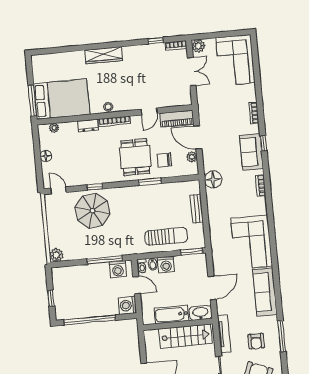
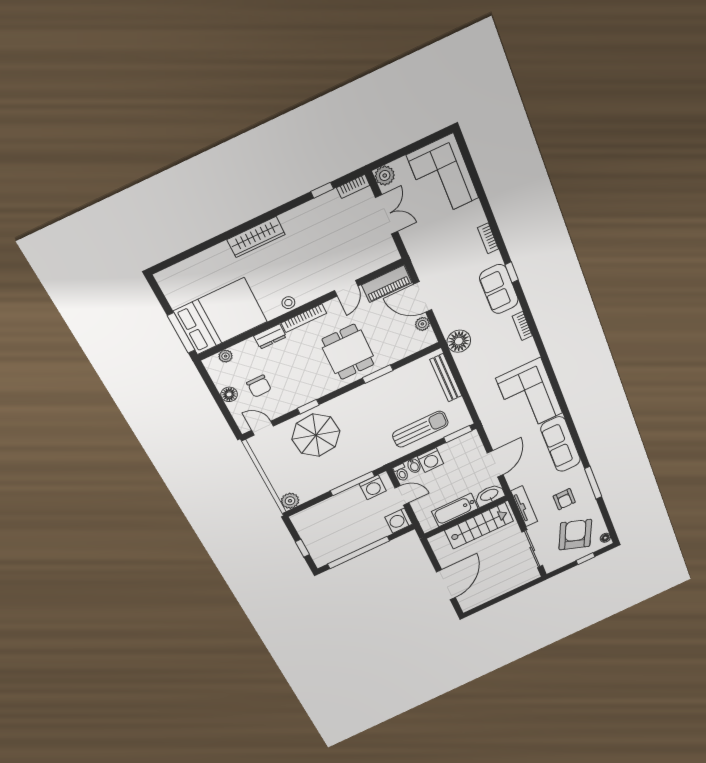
chair: (164, 160) -> (259, 386), moved, turned -90
bench: (197, 209) -> (446, 378), width x1.36

